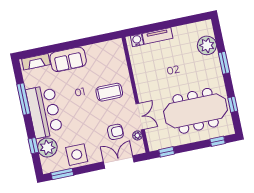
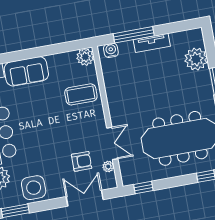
window: (155, 27) -> (134, 35), added
tv unit: (158, 36) -> (152, 43), moved
plant: (116, 46) -> (85, 57), added
coffee table: (109, 92) -> (81, 94), moved

